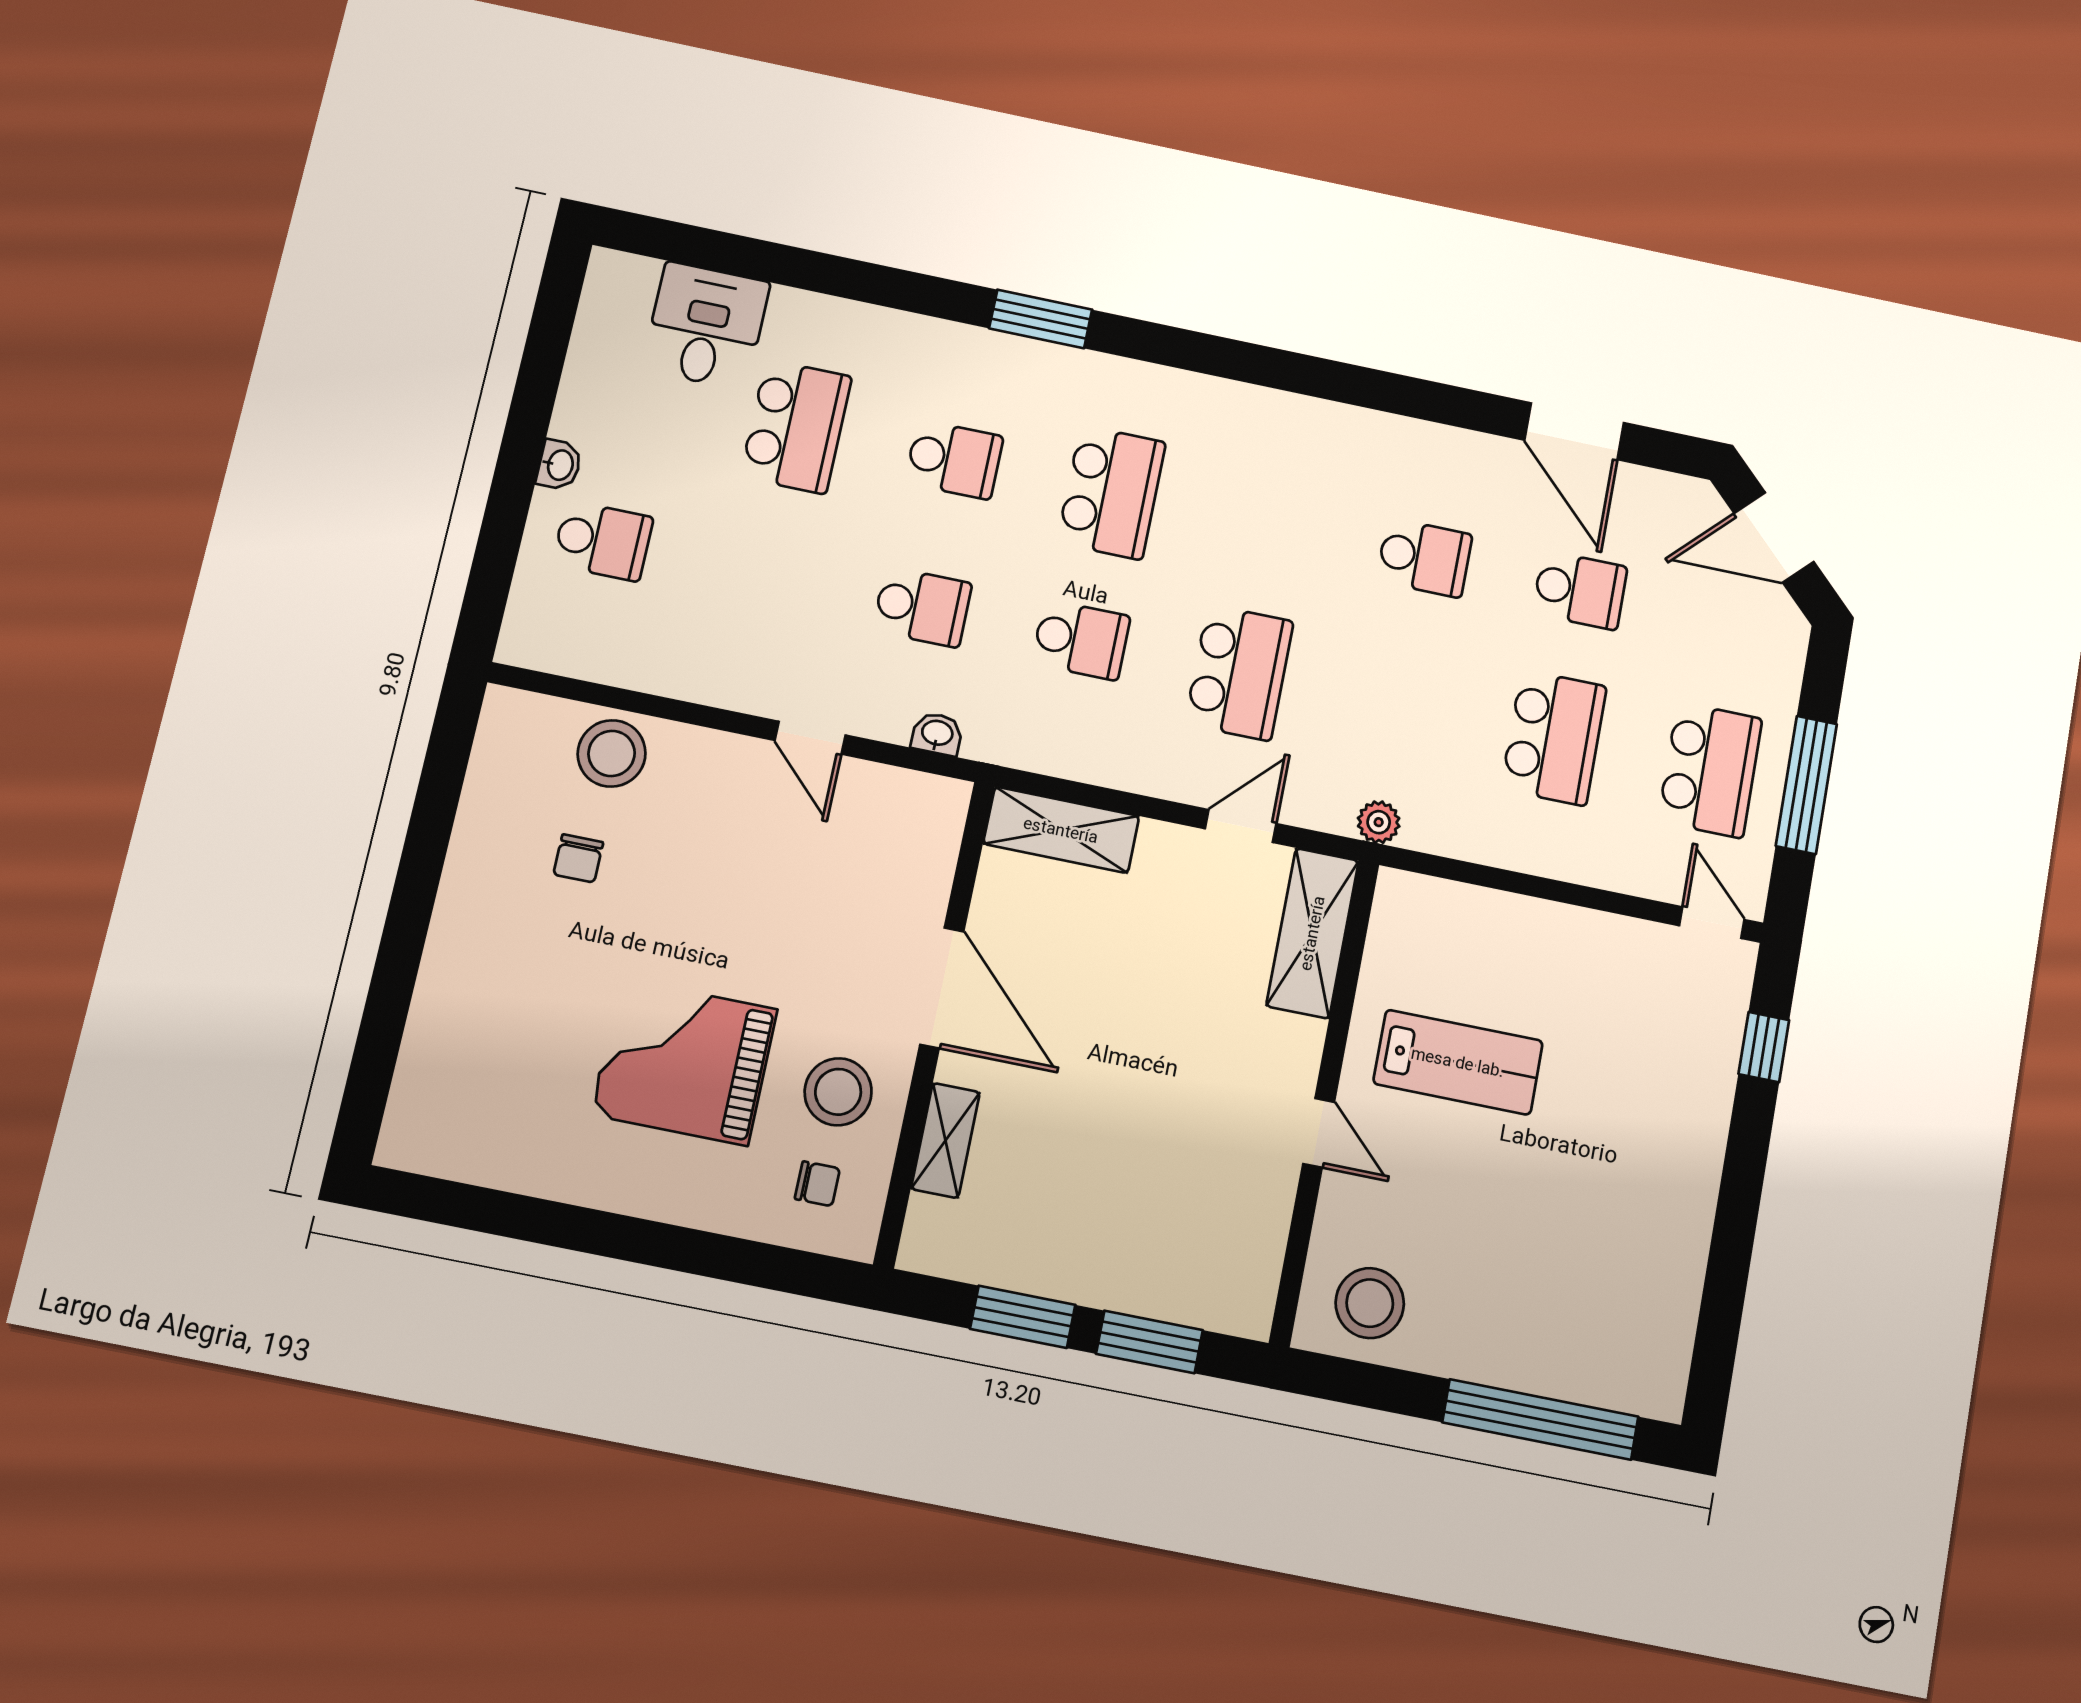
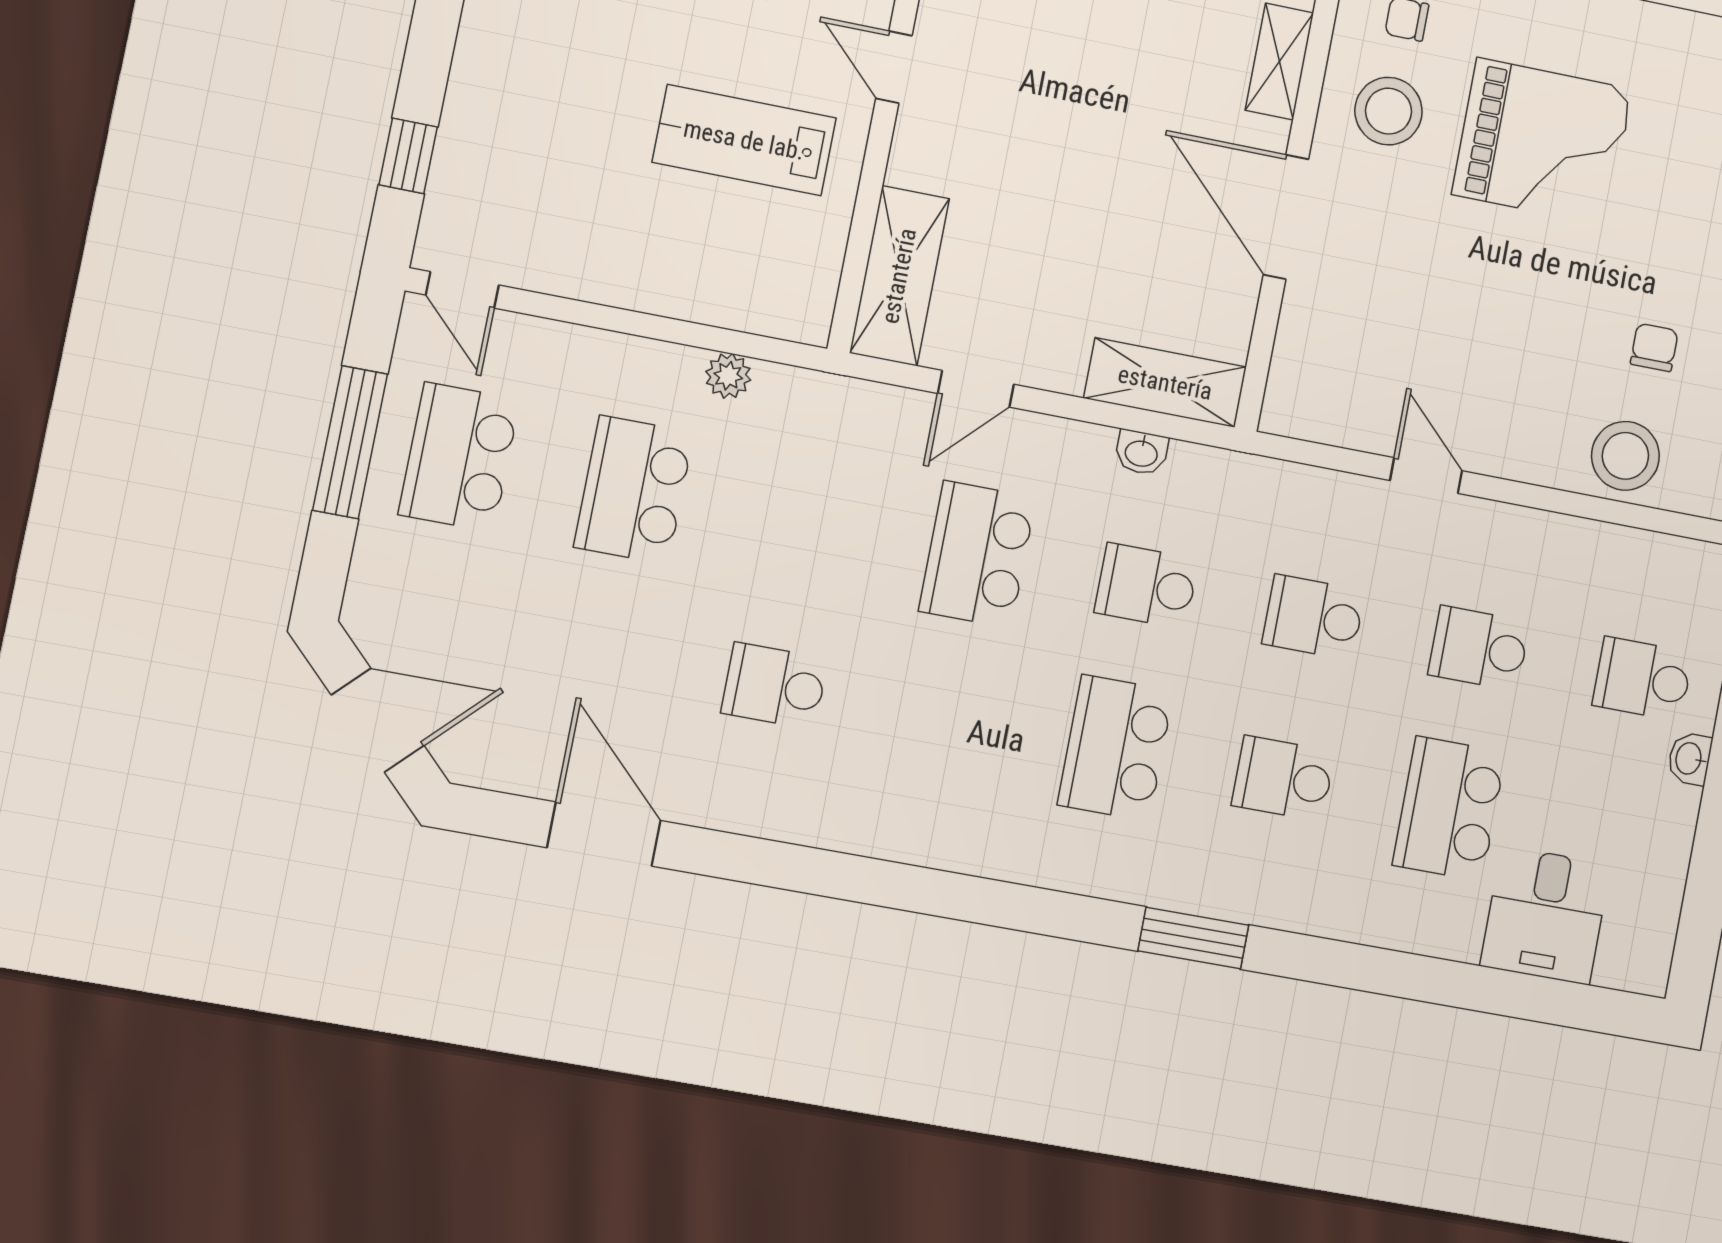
school desk: (1580, 590) -> (1479, 648), moved
washbasin: (937, 734) -> (1141, 452), moved
plant: (1379, 822) -> (728, 376), moved

